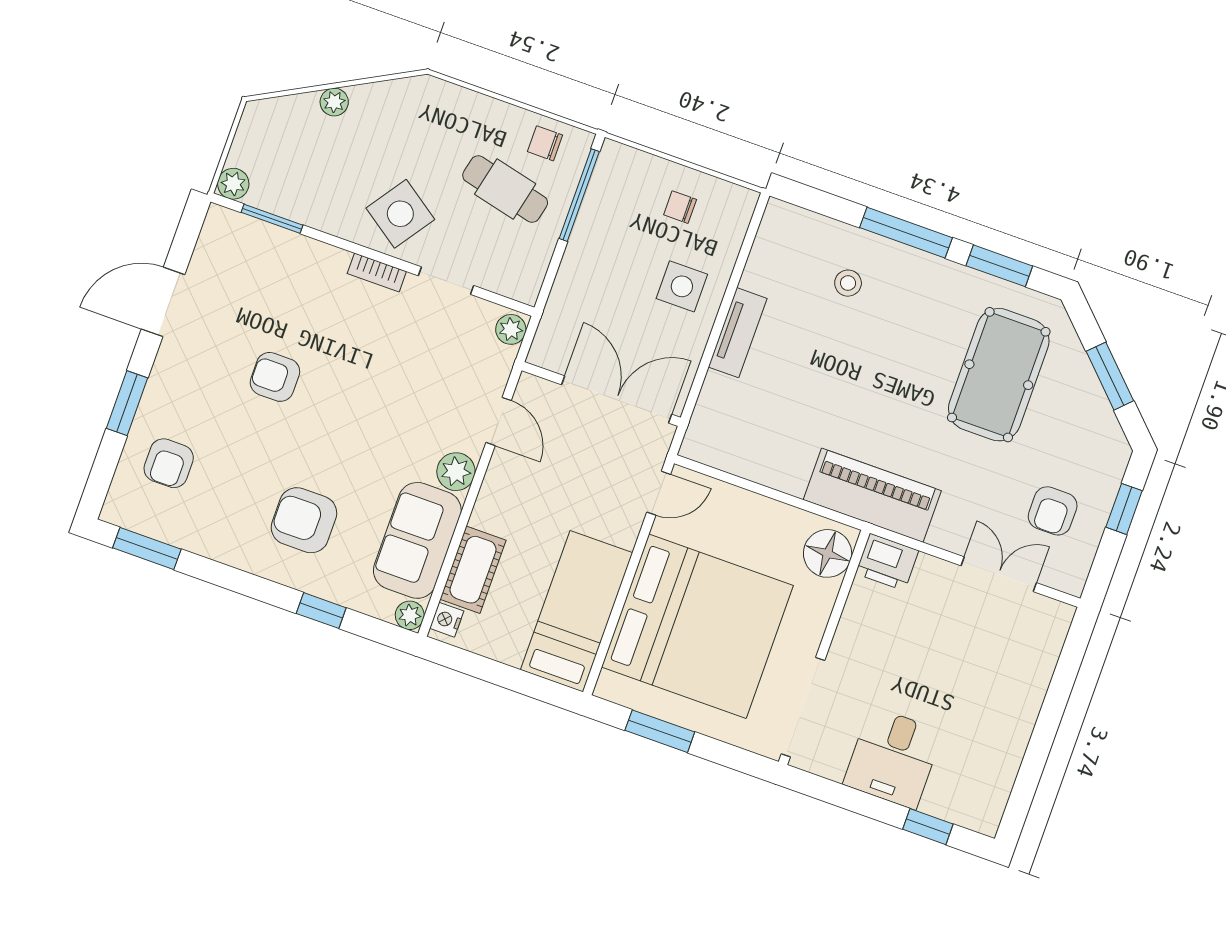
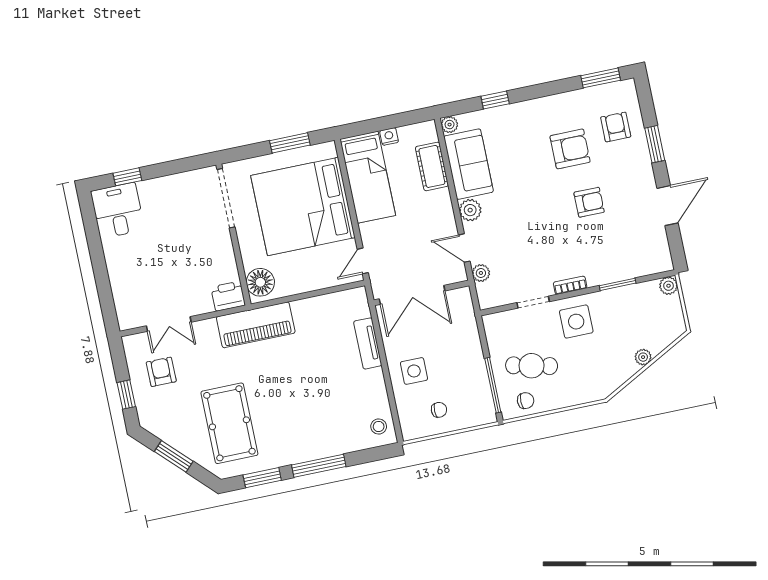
side table: (400, 214) -> (576, 322), turned -35
window: (272, 219) -> (618, 284), moved
stool: (848, 283) -> (379, 427), moved
plant: (511, 329) -> (481, 273), moved
tv unit: (738, 333) -> (368, 343), moved
armchair: (304, 520) -> (570, 149), moved
nightstand: (447, 620) -> (389, 136), moved, turned -90
desk: (893, 758) -> (118, 210), moved

